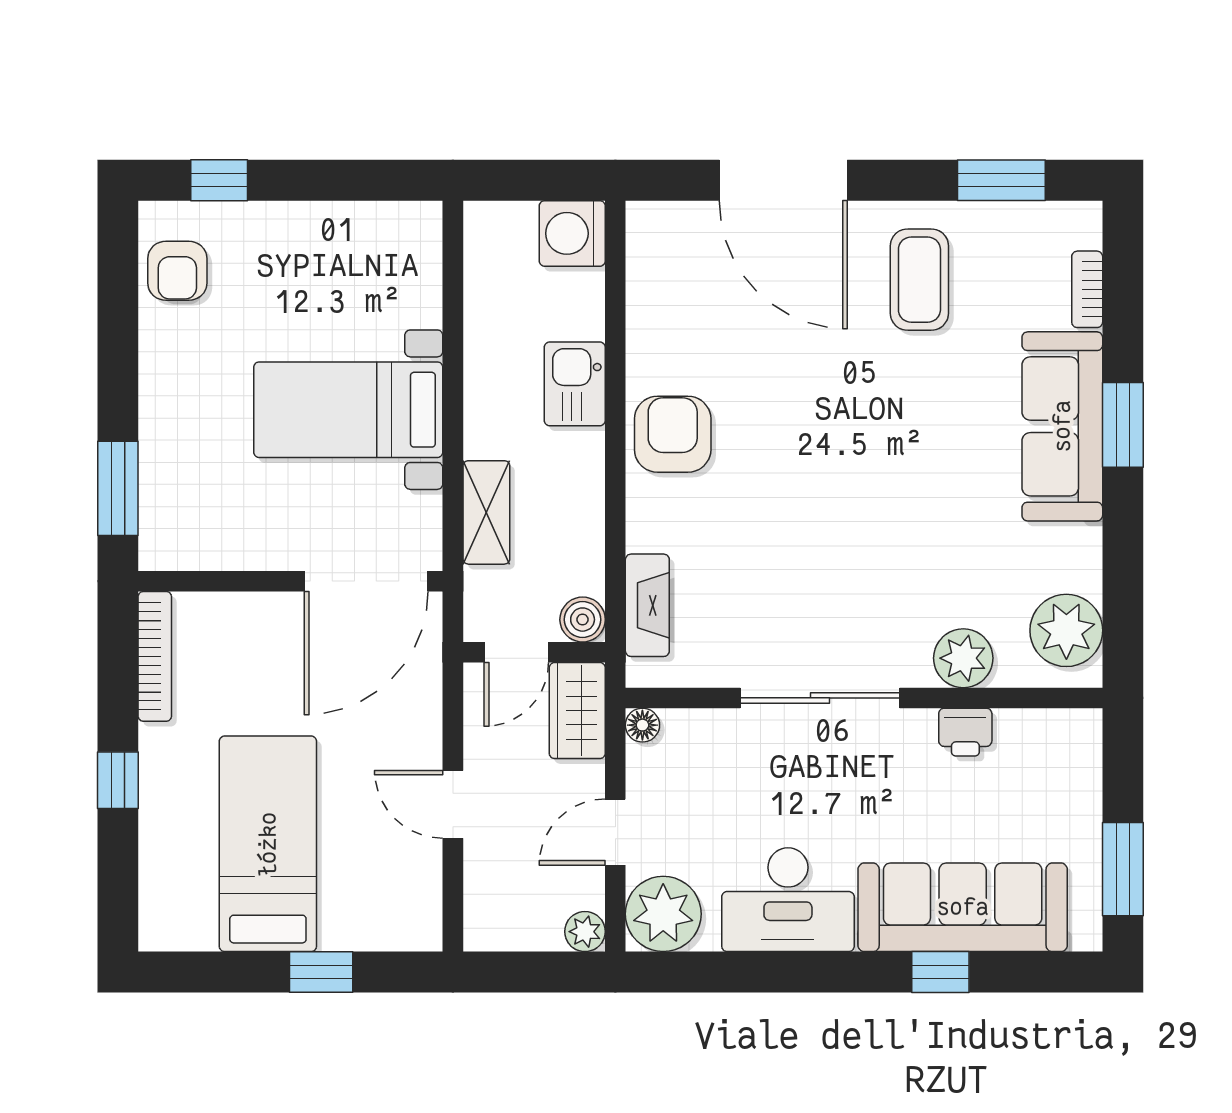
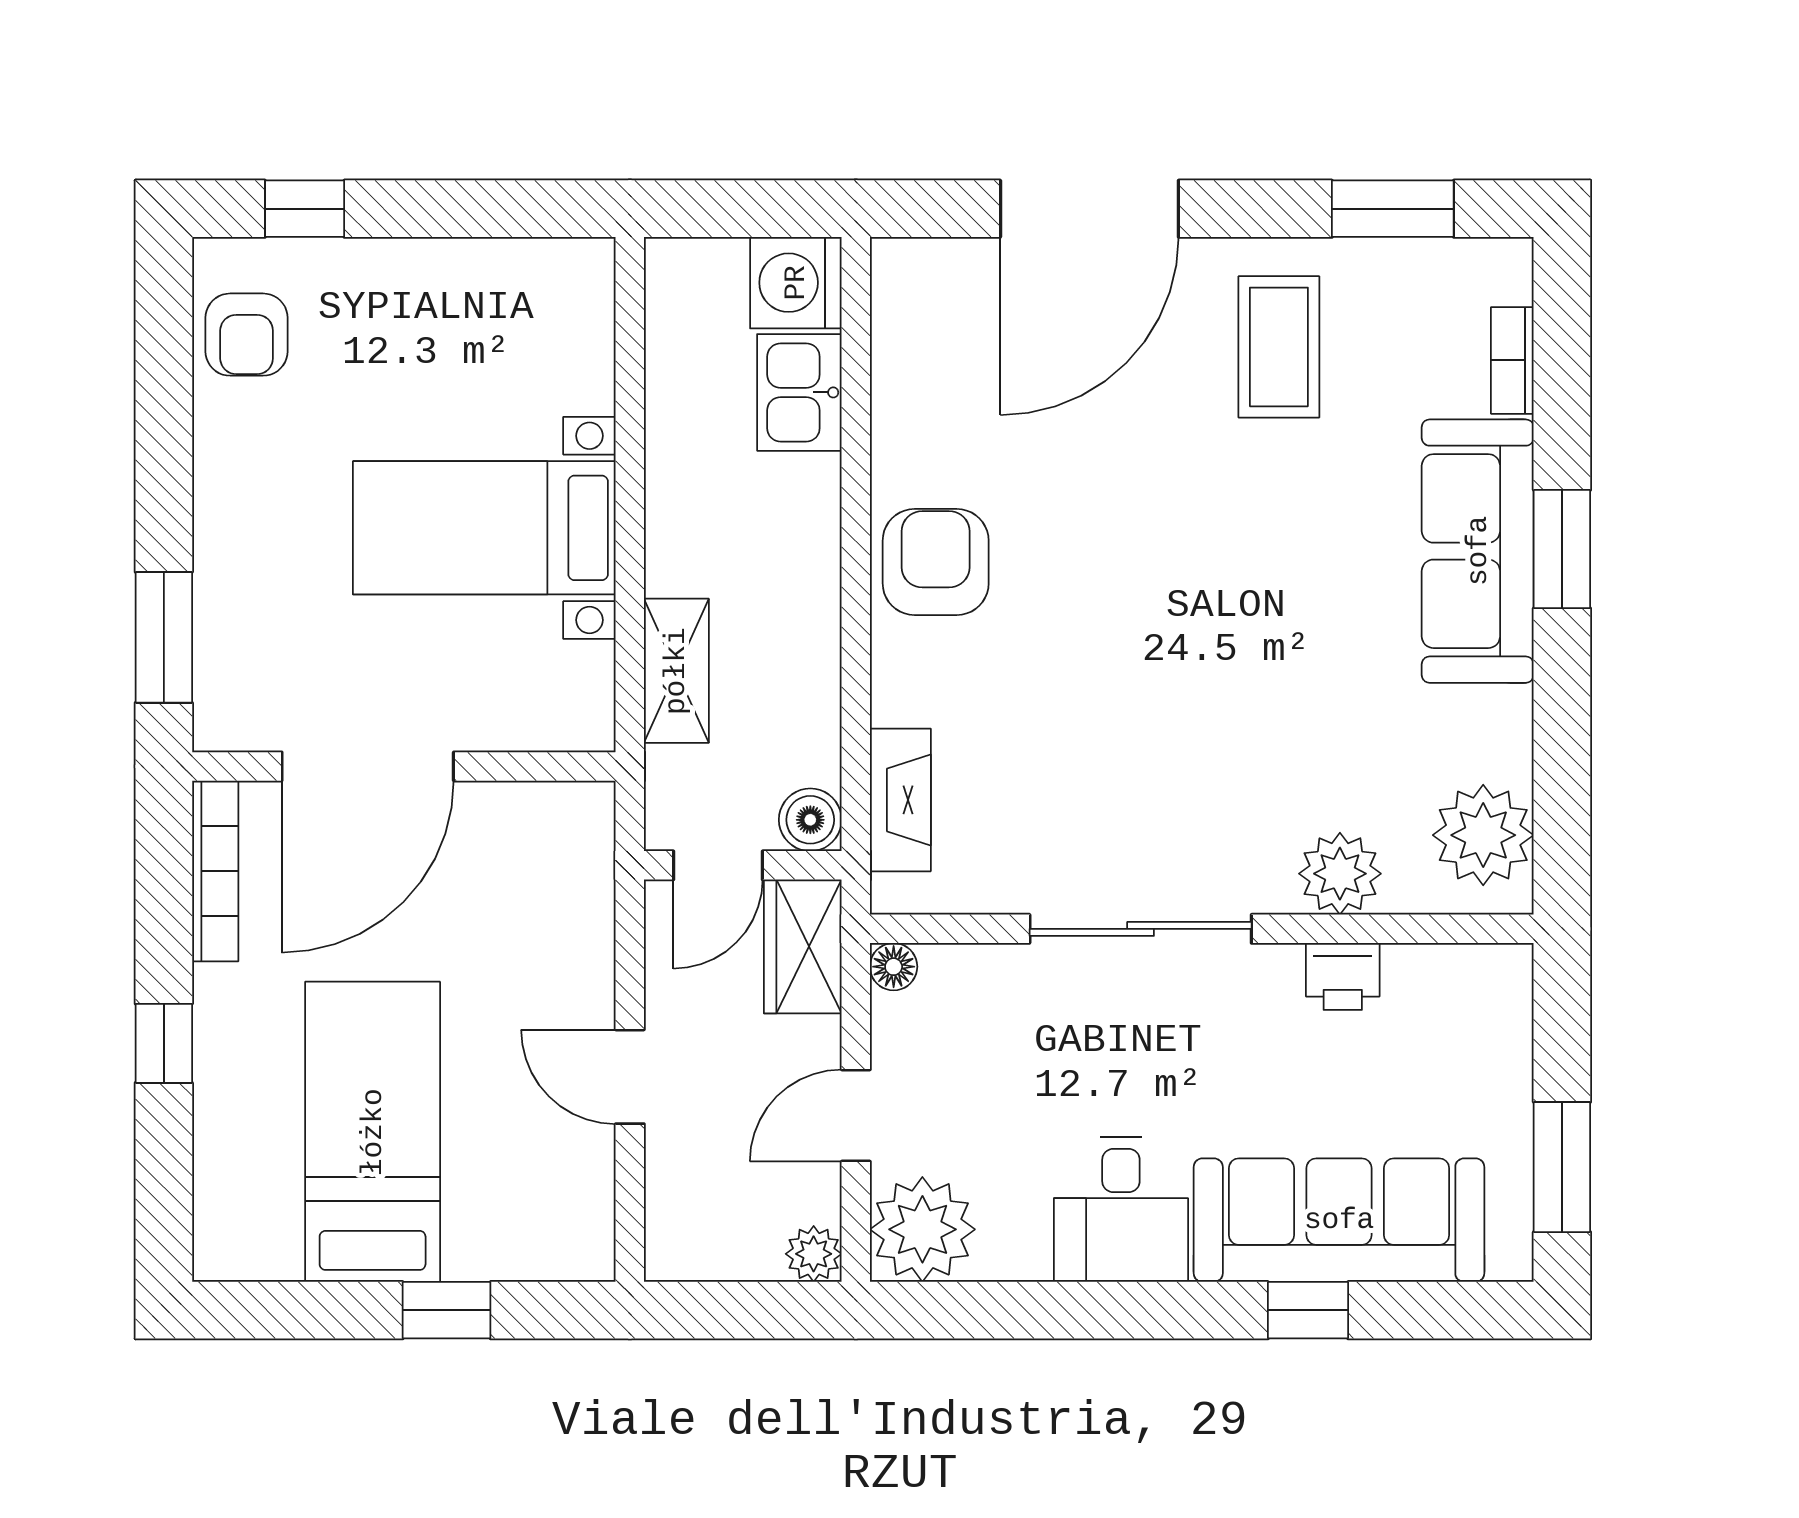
door: (783, 180) -> (1089, 209), hinge flipped
kitchen sink: (575, 384) -> (799, 392), moved
door: (366, 581) -> (368, 766), moved
desk: (788, 900) -> (1121, 1210), width x0.73

